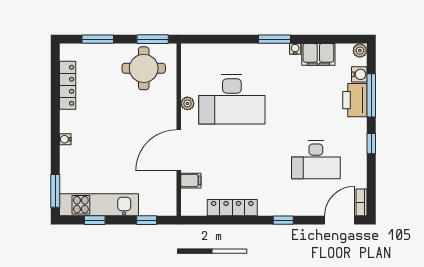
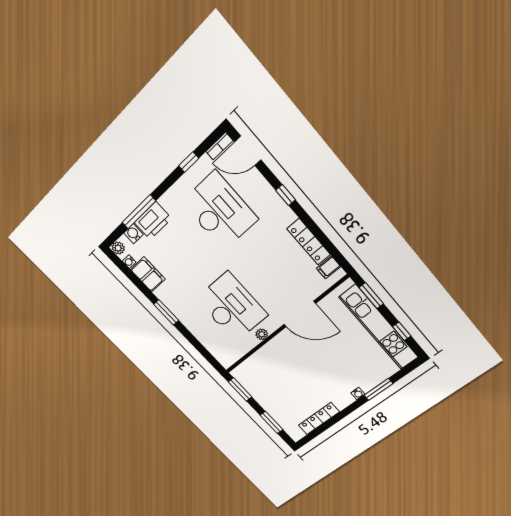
water cooler: (295, 49) -> (129, 262), moved
round table: (144, 68) -> (264, 380), removed
window: (371, 144) -> (189, 162), moved
desk: (316, 160) -> (220, 211), width x1.36, depth x1.30
filing cabinet: (191, 181) -> (329, 267), moved, turned -90
window: (55, 191) -> (378, 389), moved
kitchen unit: (99, 205) -> (379, 327), width x1.36
window: (147, 220) -> (371, 296), width x1.50

